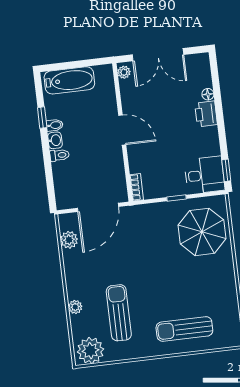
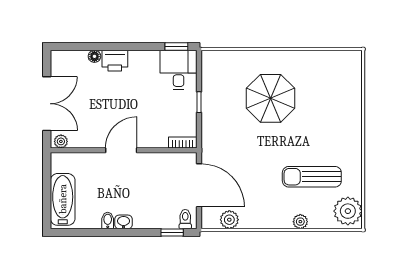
window: (42, 118) -> (172, 233), moved
toilet: (59, 155) -> (185, 219), moved
parasol: (202, 232) -> (271, 98), moved
sun lounger: (184, 329) -> (337, 110), removed

